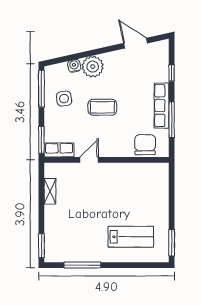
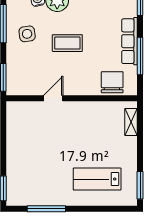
row of seats: (59, 150) -> (22, 88), removed
shelving: (50, 191) -> (131, 122), moved
lab bench: (131, 237) -> (97, 179), turned 180

